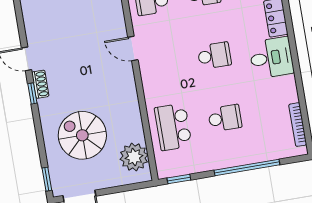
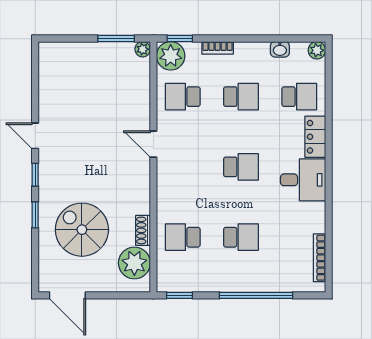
shoe rack: (40, 84) -> (143, 230), moved, turned 180
school desk: (173, 127) -> (183, 237), width x0.54
window: (47, 179) -> (35, 215), moved

